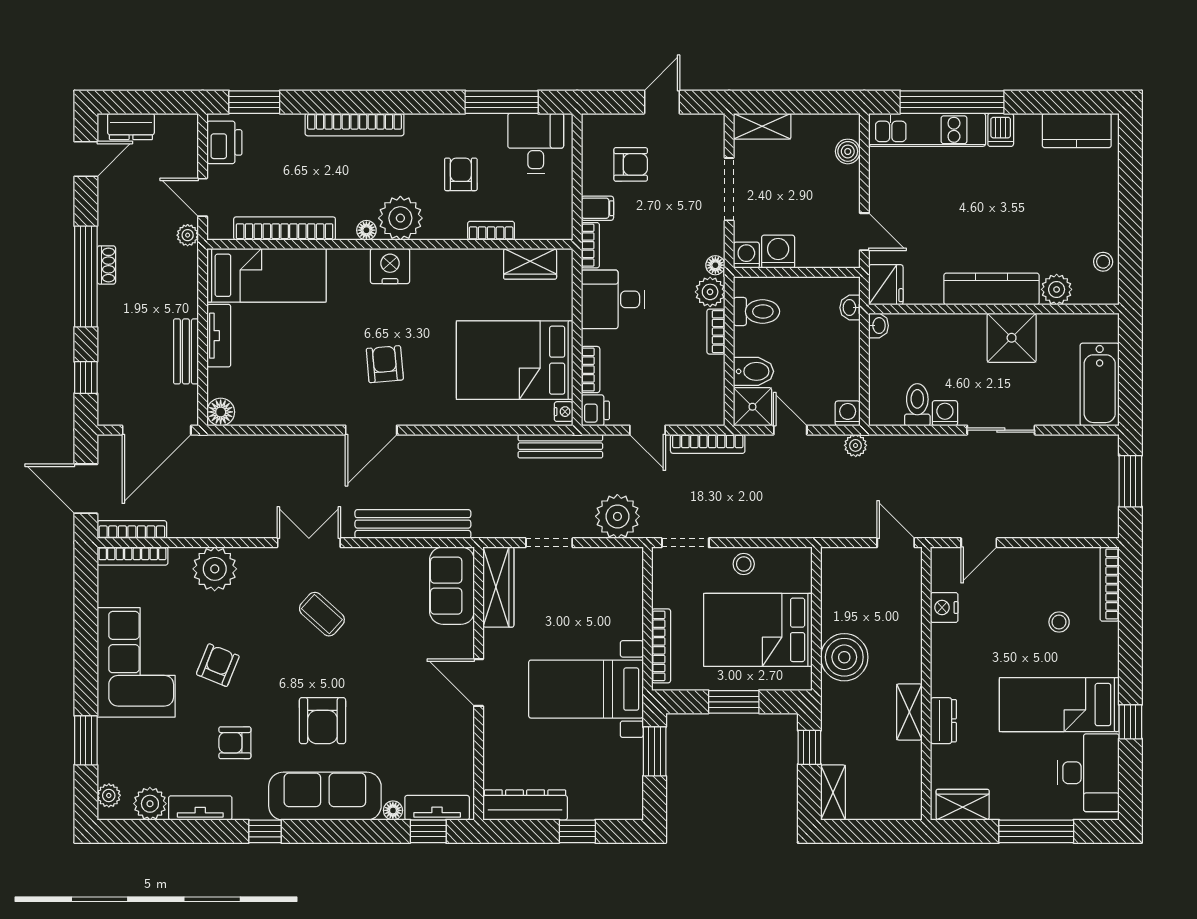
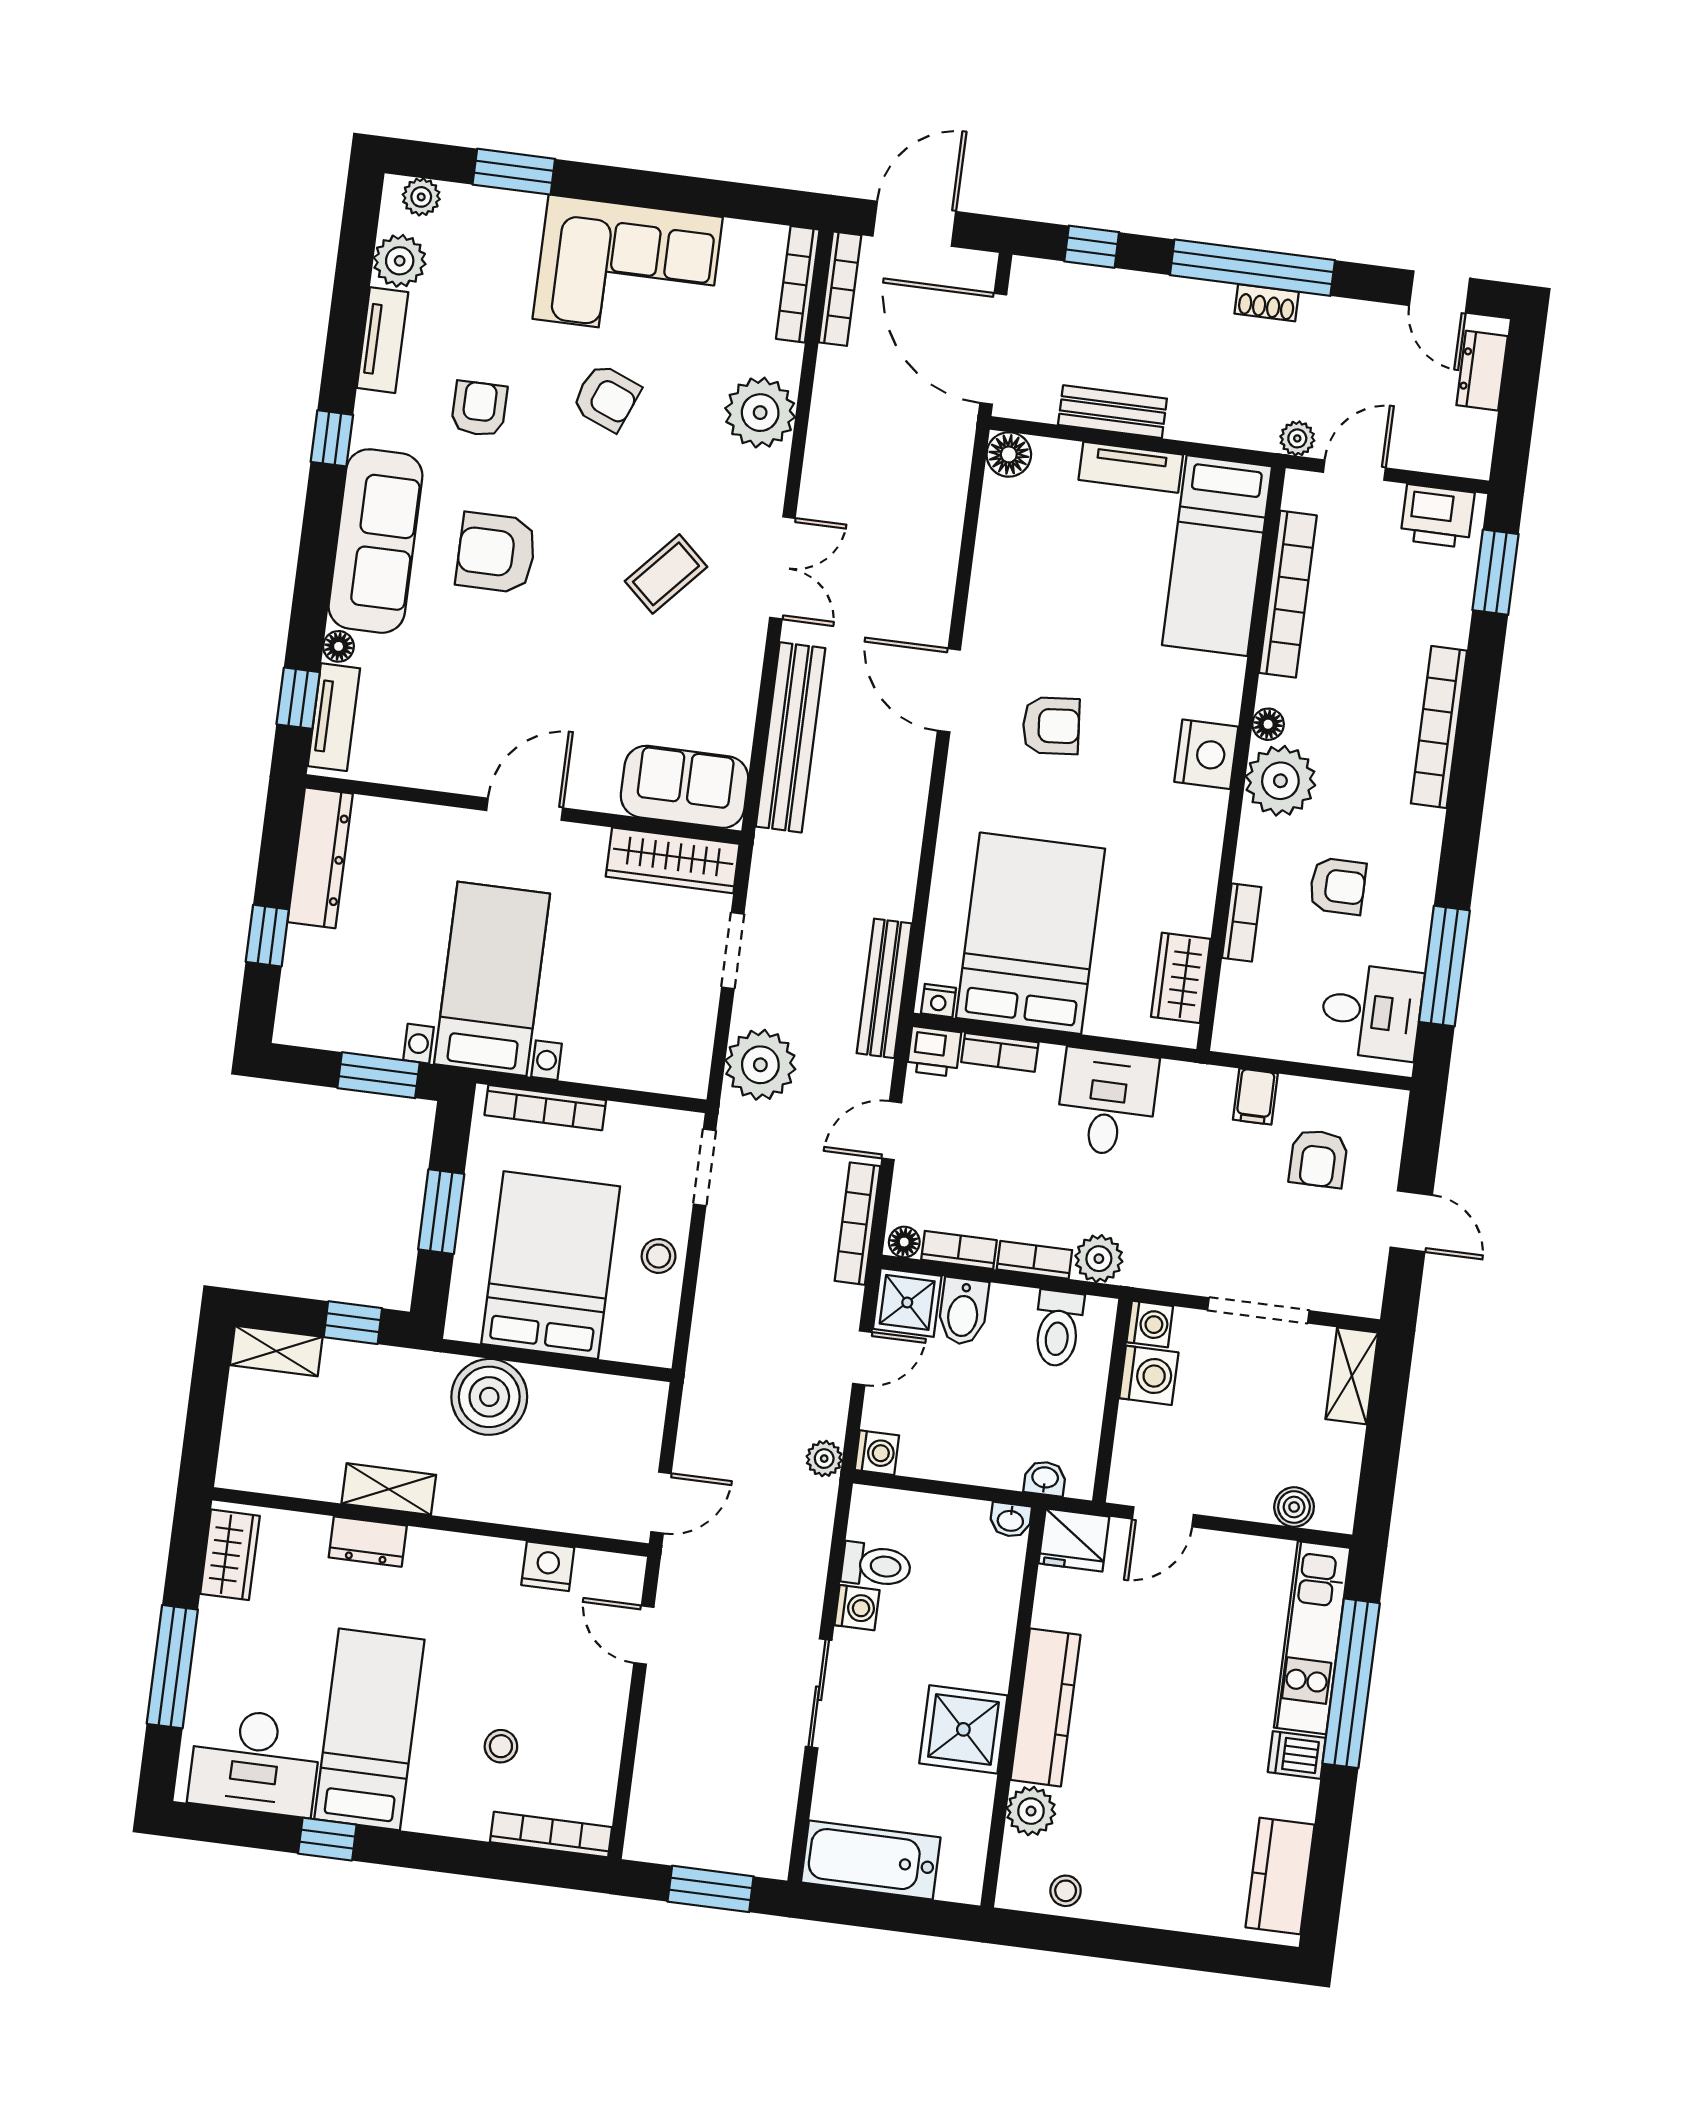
bookcase: (590, 245) -> (959, 1250), moved, turned 180
floor lamp: (715, 265) -> (904, 1242), moved

